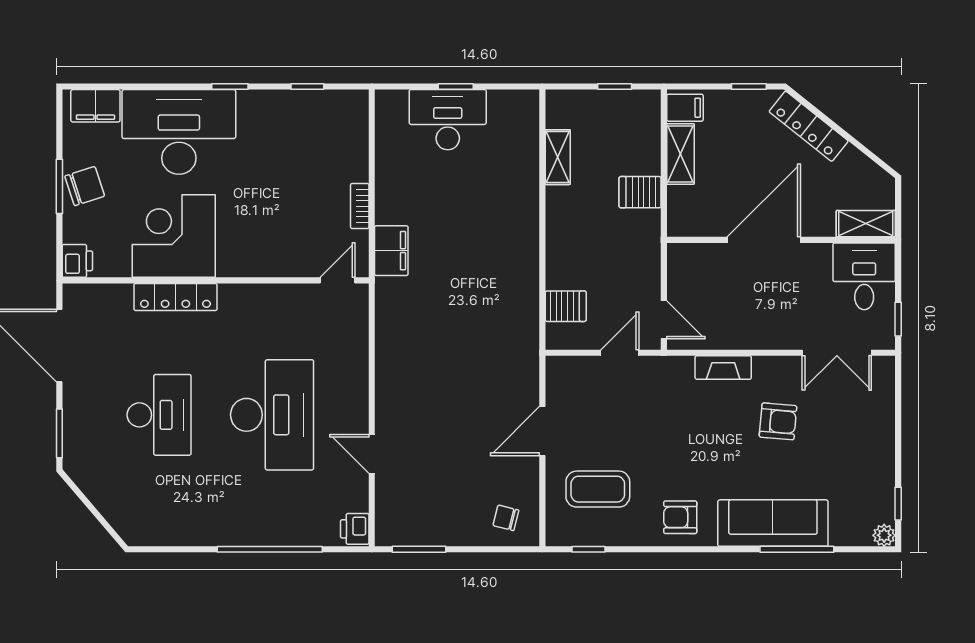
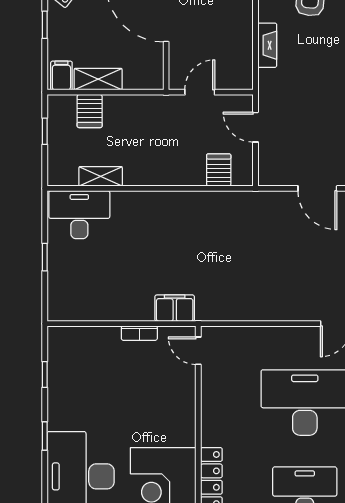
desk: (448, 120) -> (79, 215), moved, turned 90
server rack: (640, 192) -> (90, 111), moved
door: (664, 320) -> (200, 92), moved

